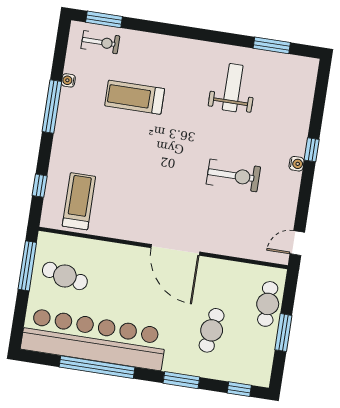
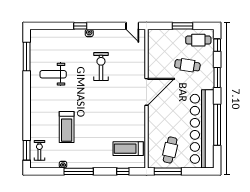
window: (272, 45) -> (27, 56), width x1.44
cafe table: (268, 304) -> (198, 40), moved

